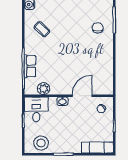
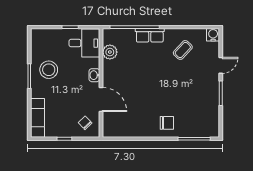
chair: (98, 28) -> (167, 123), moved
row of seats: (30, 66) -> (150, 35), moved
stool: (41, 143) -> (49, 70), moved

